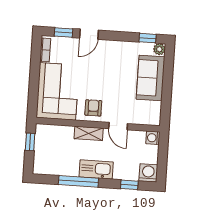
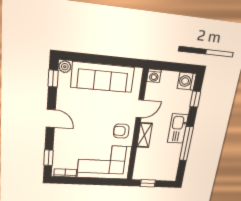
door: (89, 34) -> (51, 118), moved
sofa: (150, 78) -> (103, 77), width x1.36

